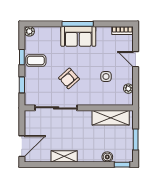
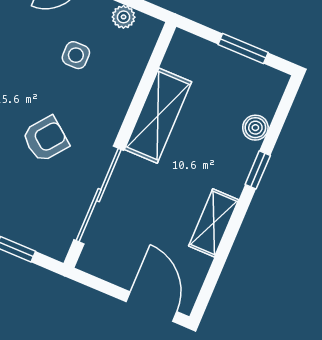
armchair: (69, 78) -> (45, 139), turned -100
shelving: (111, 118) -> (158, 116), moved
window: (122, 165) -> (258, 170), moved

